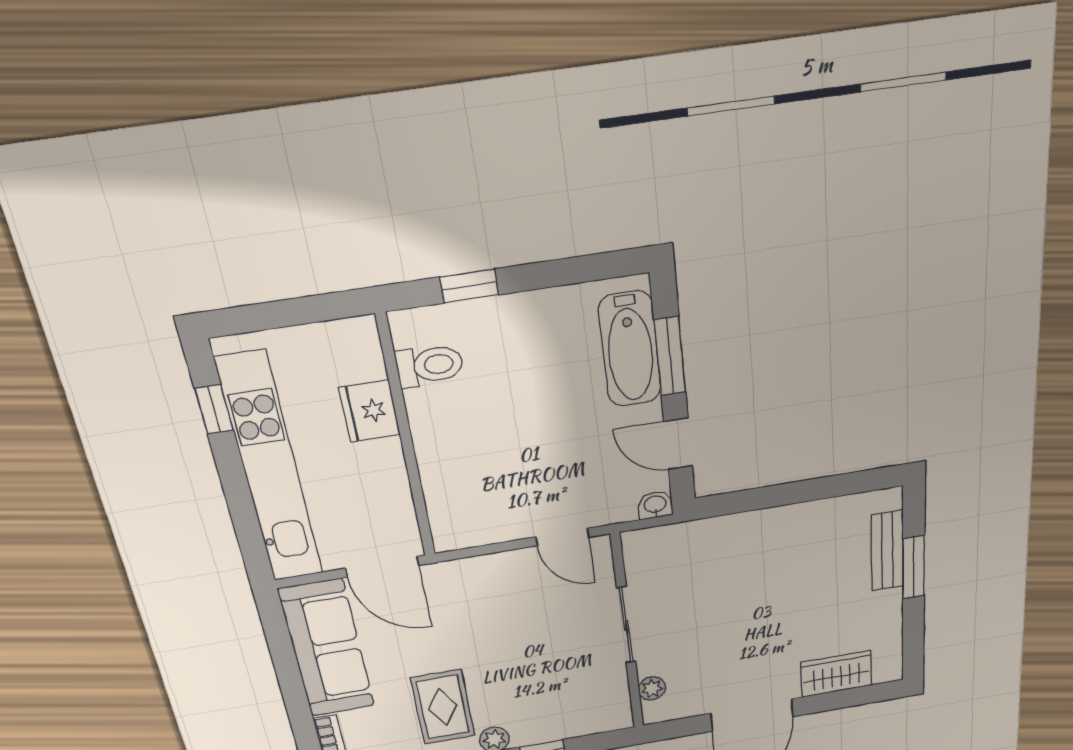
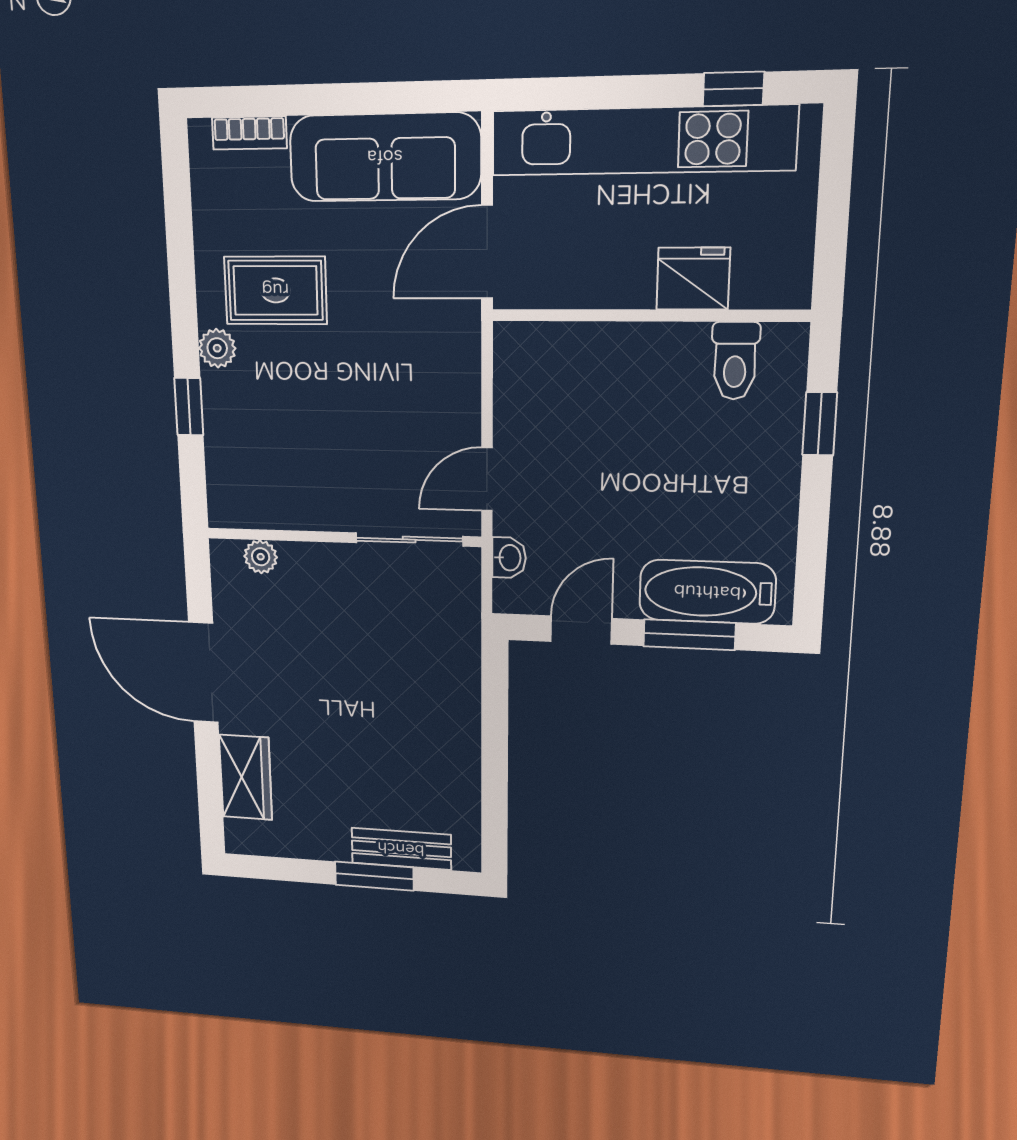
washbasin: (655, 505) -> (509, 558), moved
sliding door: (626, 625) -> (409, 540), moved

